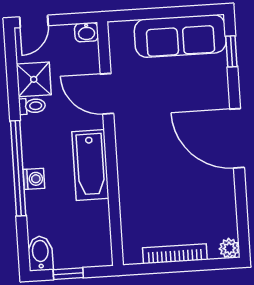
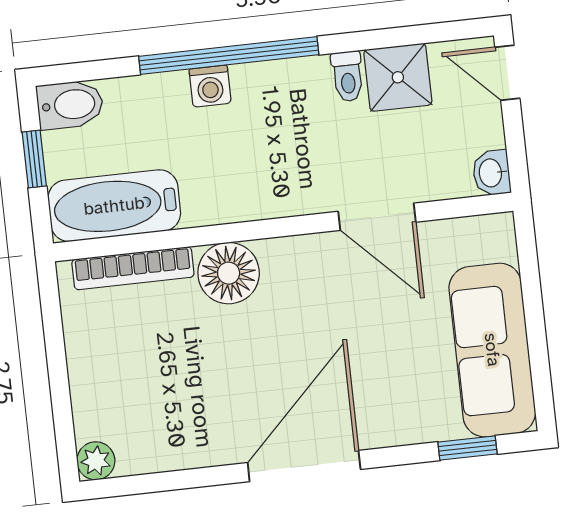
door: (107, 94) -> (377, 217), swing flipped
bathtub: (90, 165) -> (114, 206), moved
floor lamp: (133, 174) -> (229, 273), added
bookcase: (175, 254) -> (133, 268), moved, turned 90

